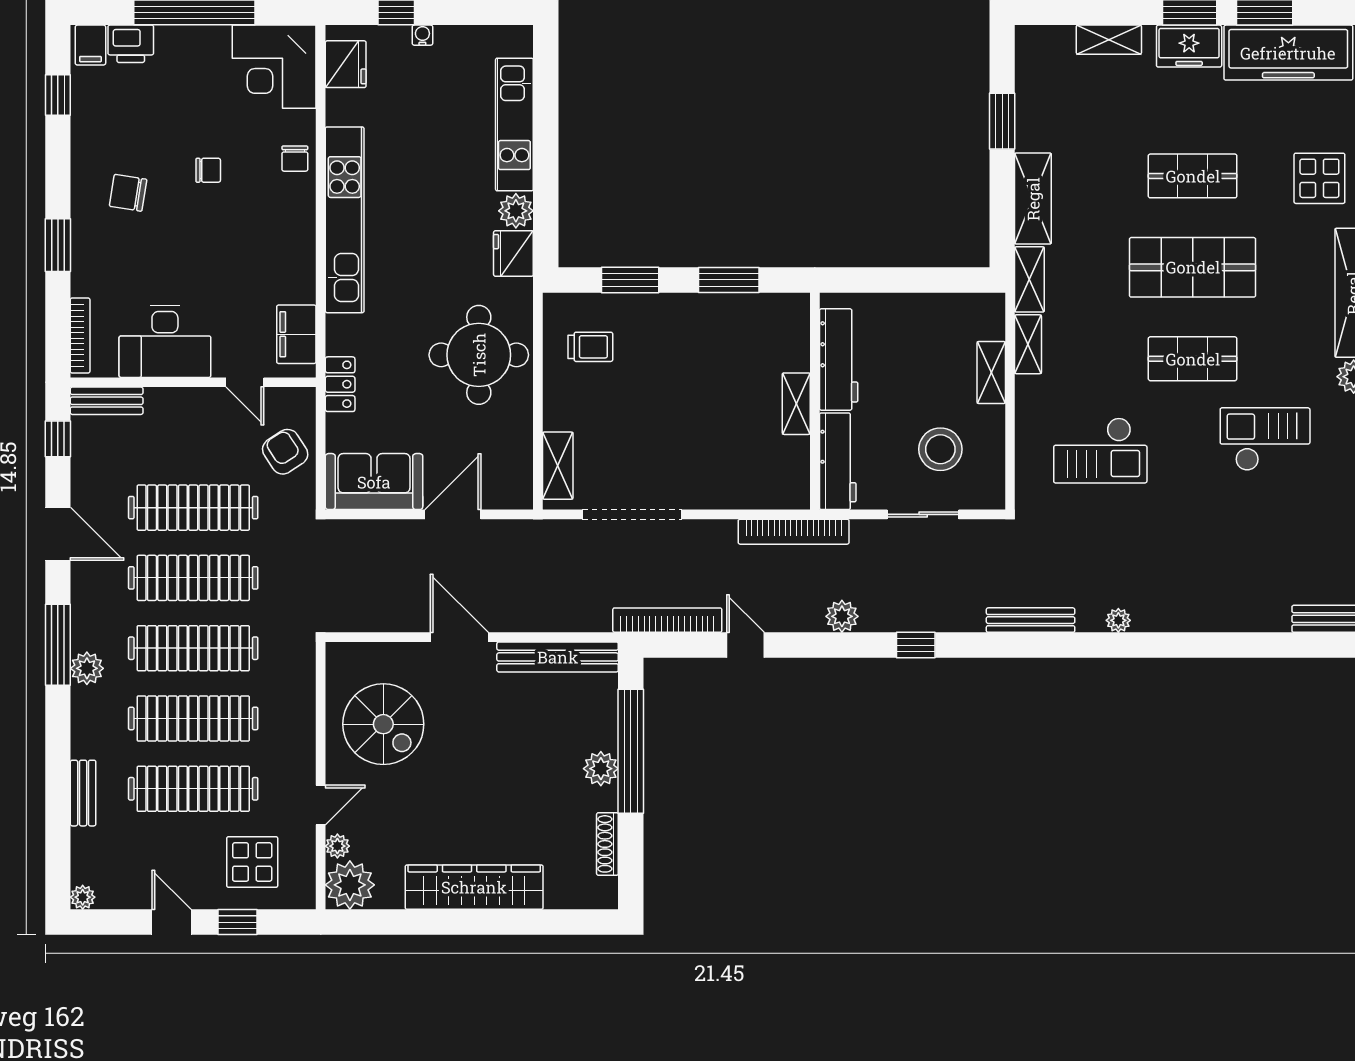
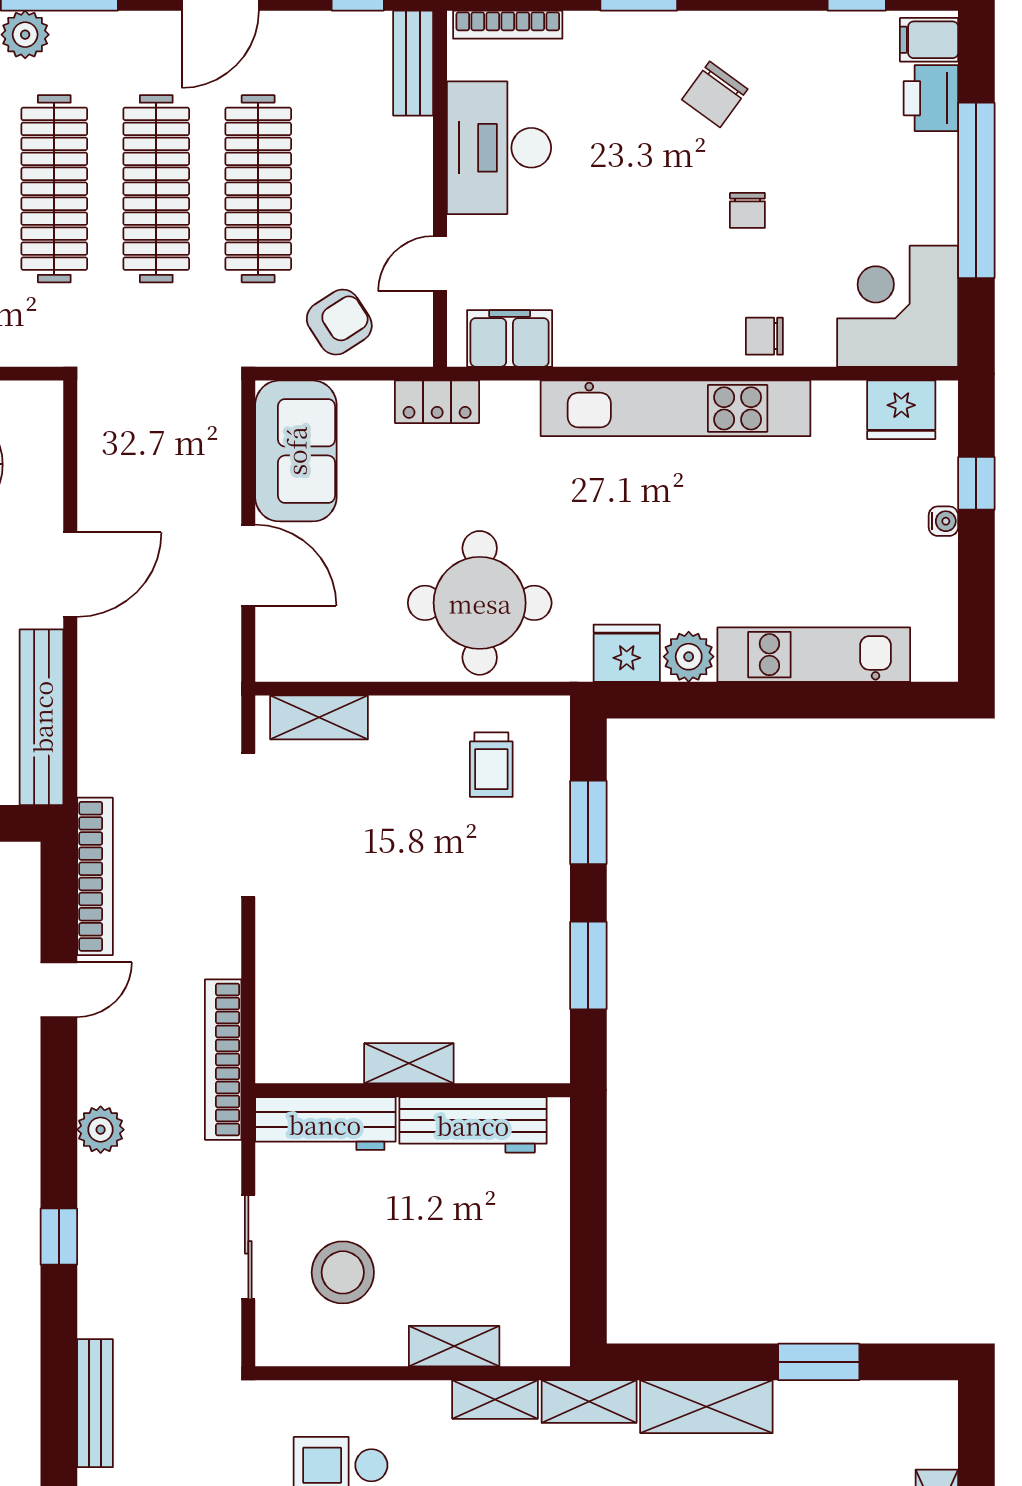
chair: (128, 193) -> (715, 94), turned -153

